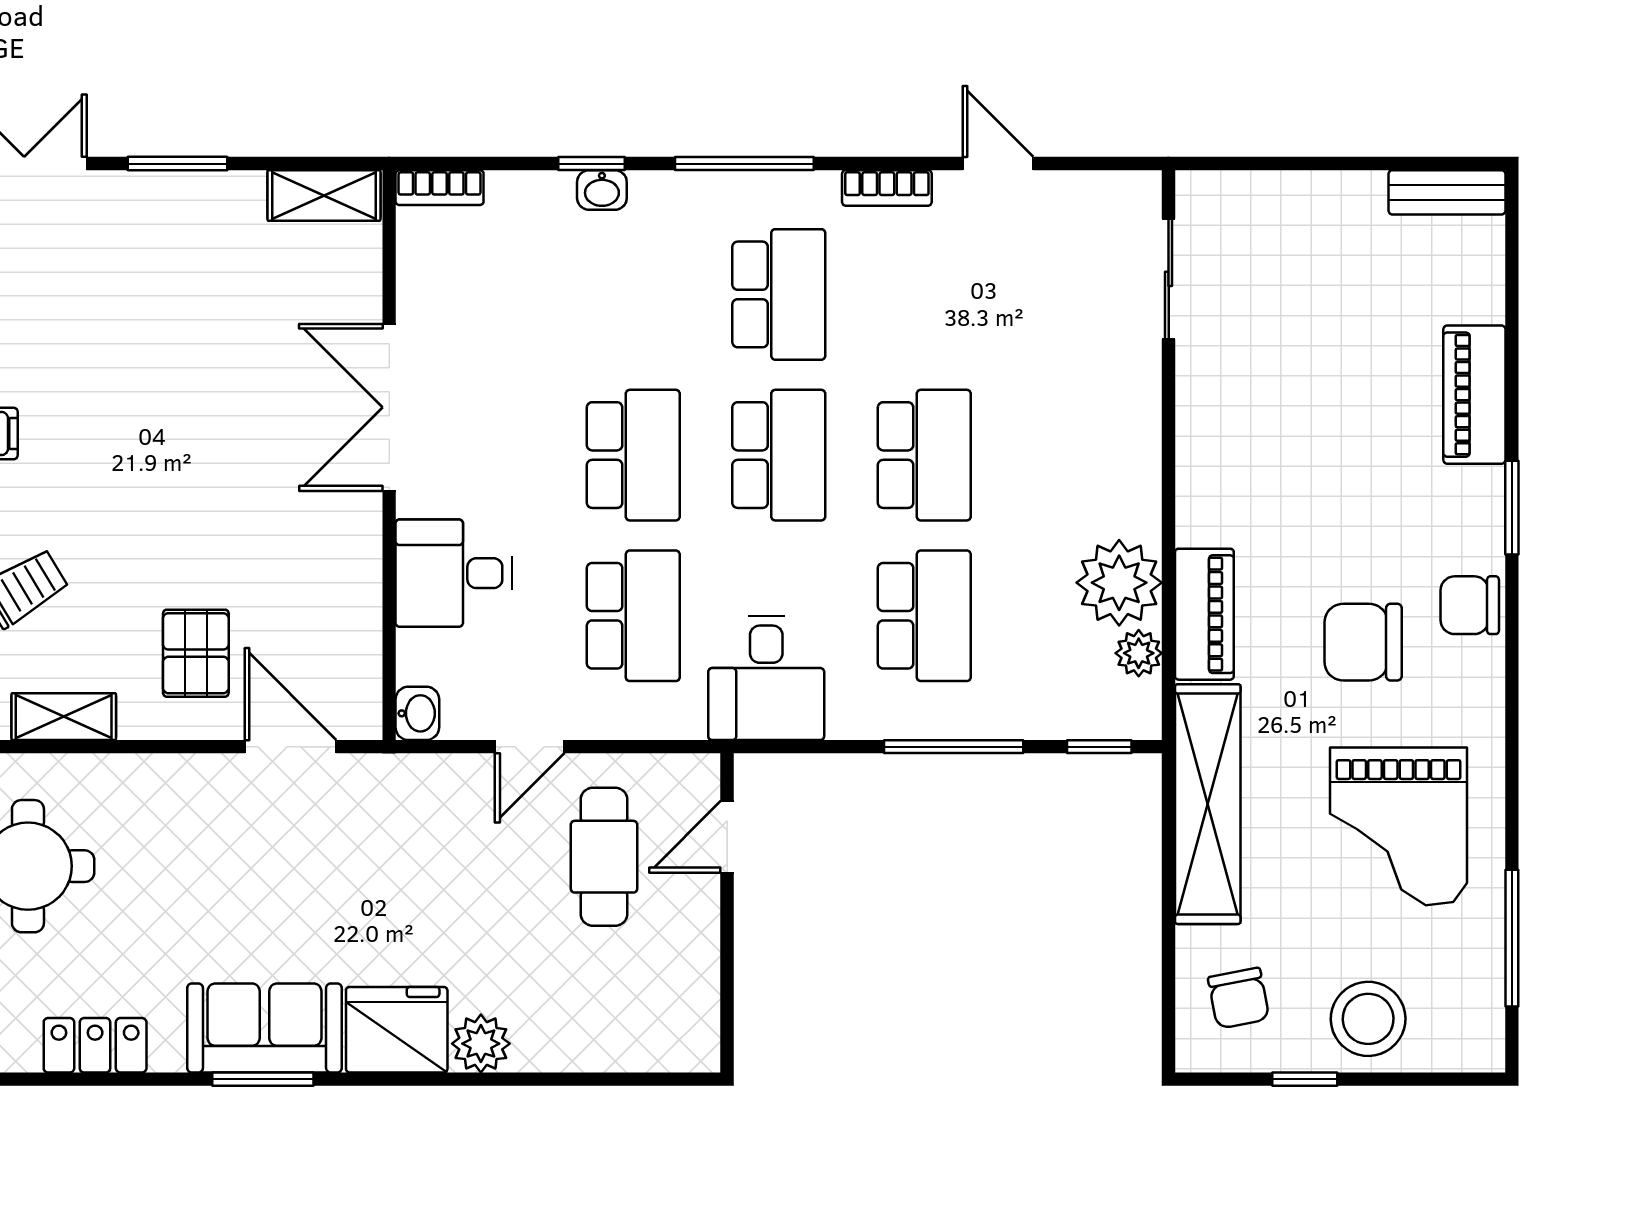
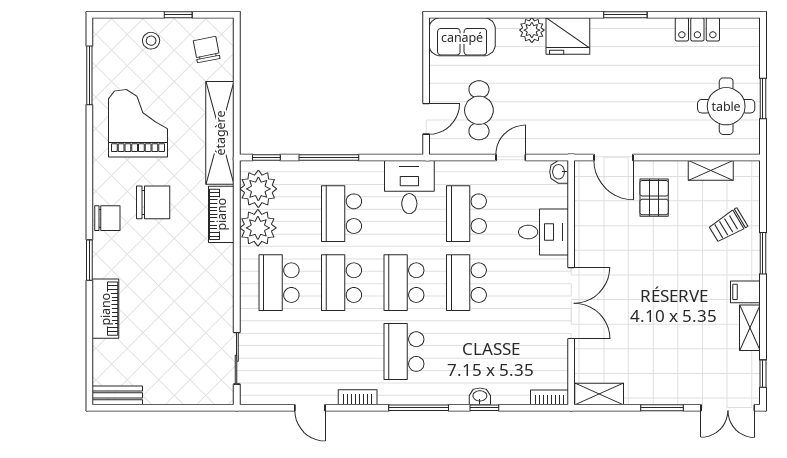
school desk: (1070, 455) -> (279, 283), added
plant: (1139, 653) -> (258, 189), width x1.88, depth x1.88
stool: (1368, 1019) -> (151, 41), width x0.53, depth x0.53
sofa: (265, 1028) -> (462, 37), moved

